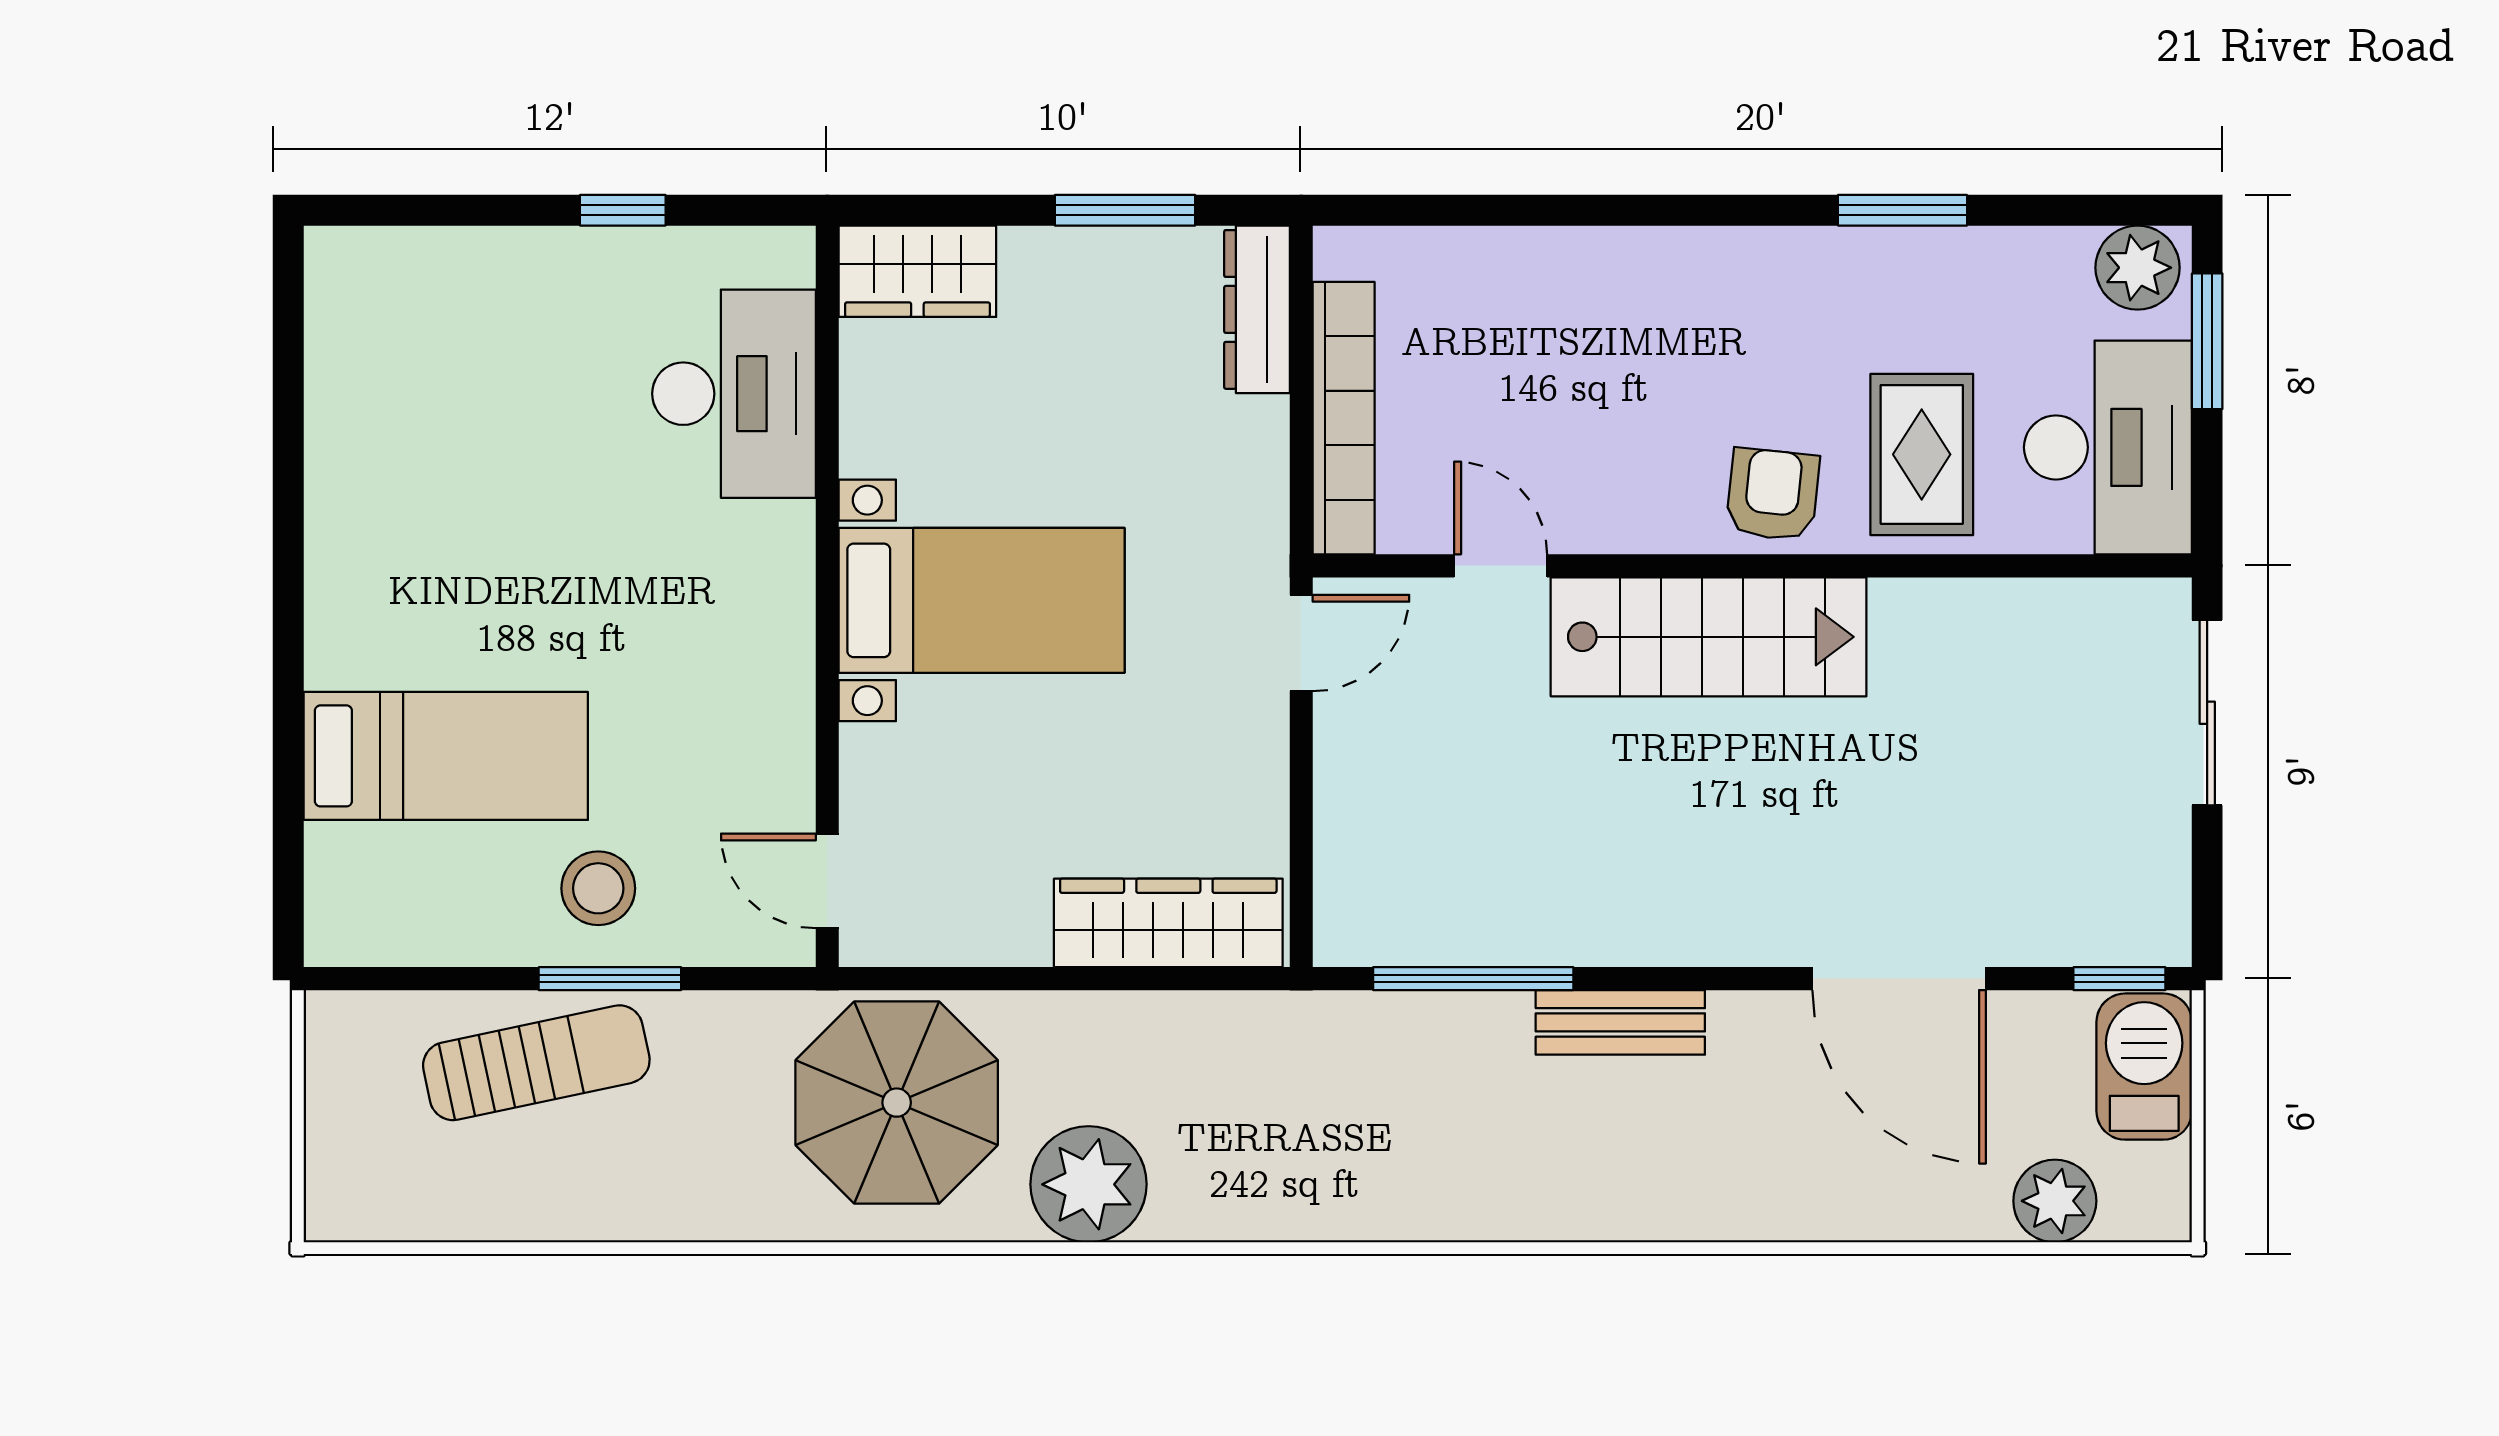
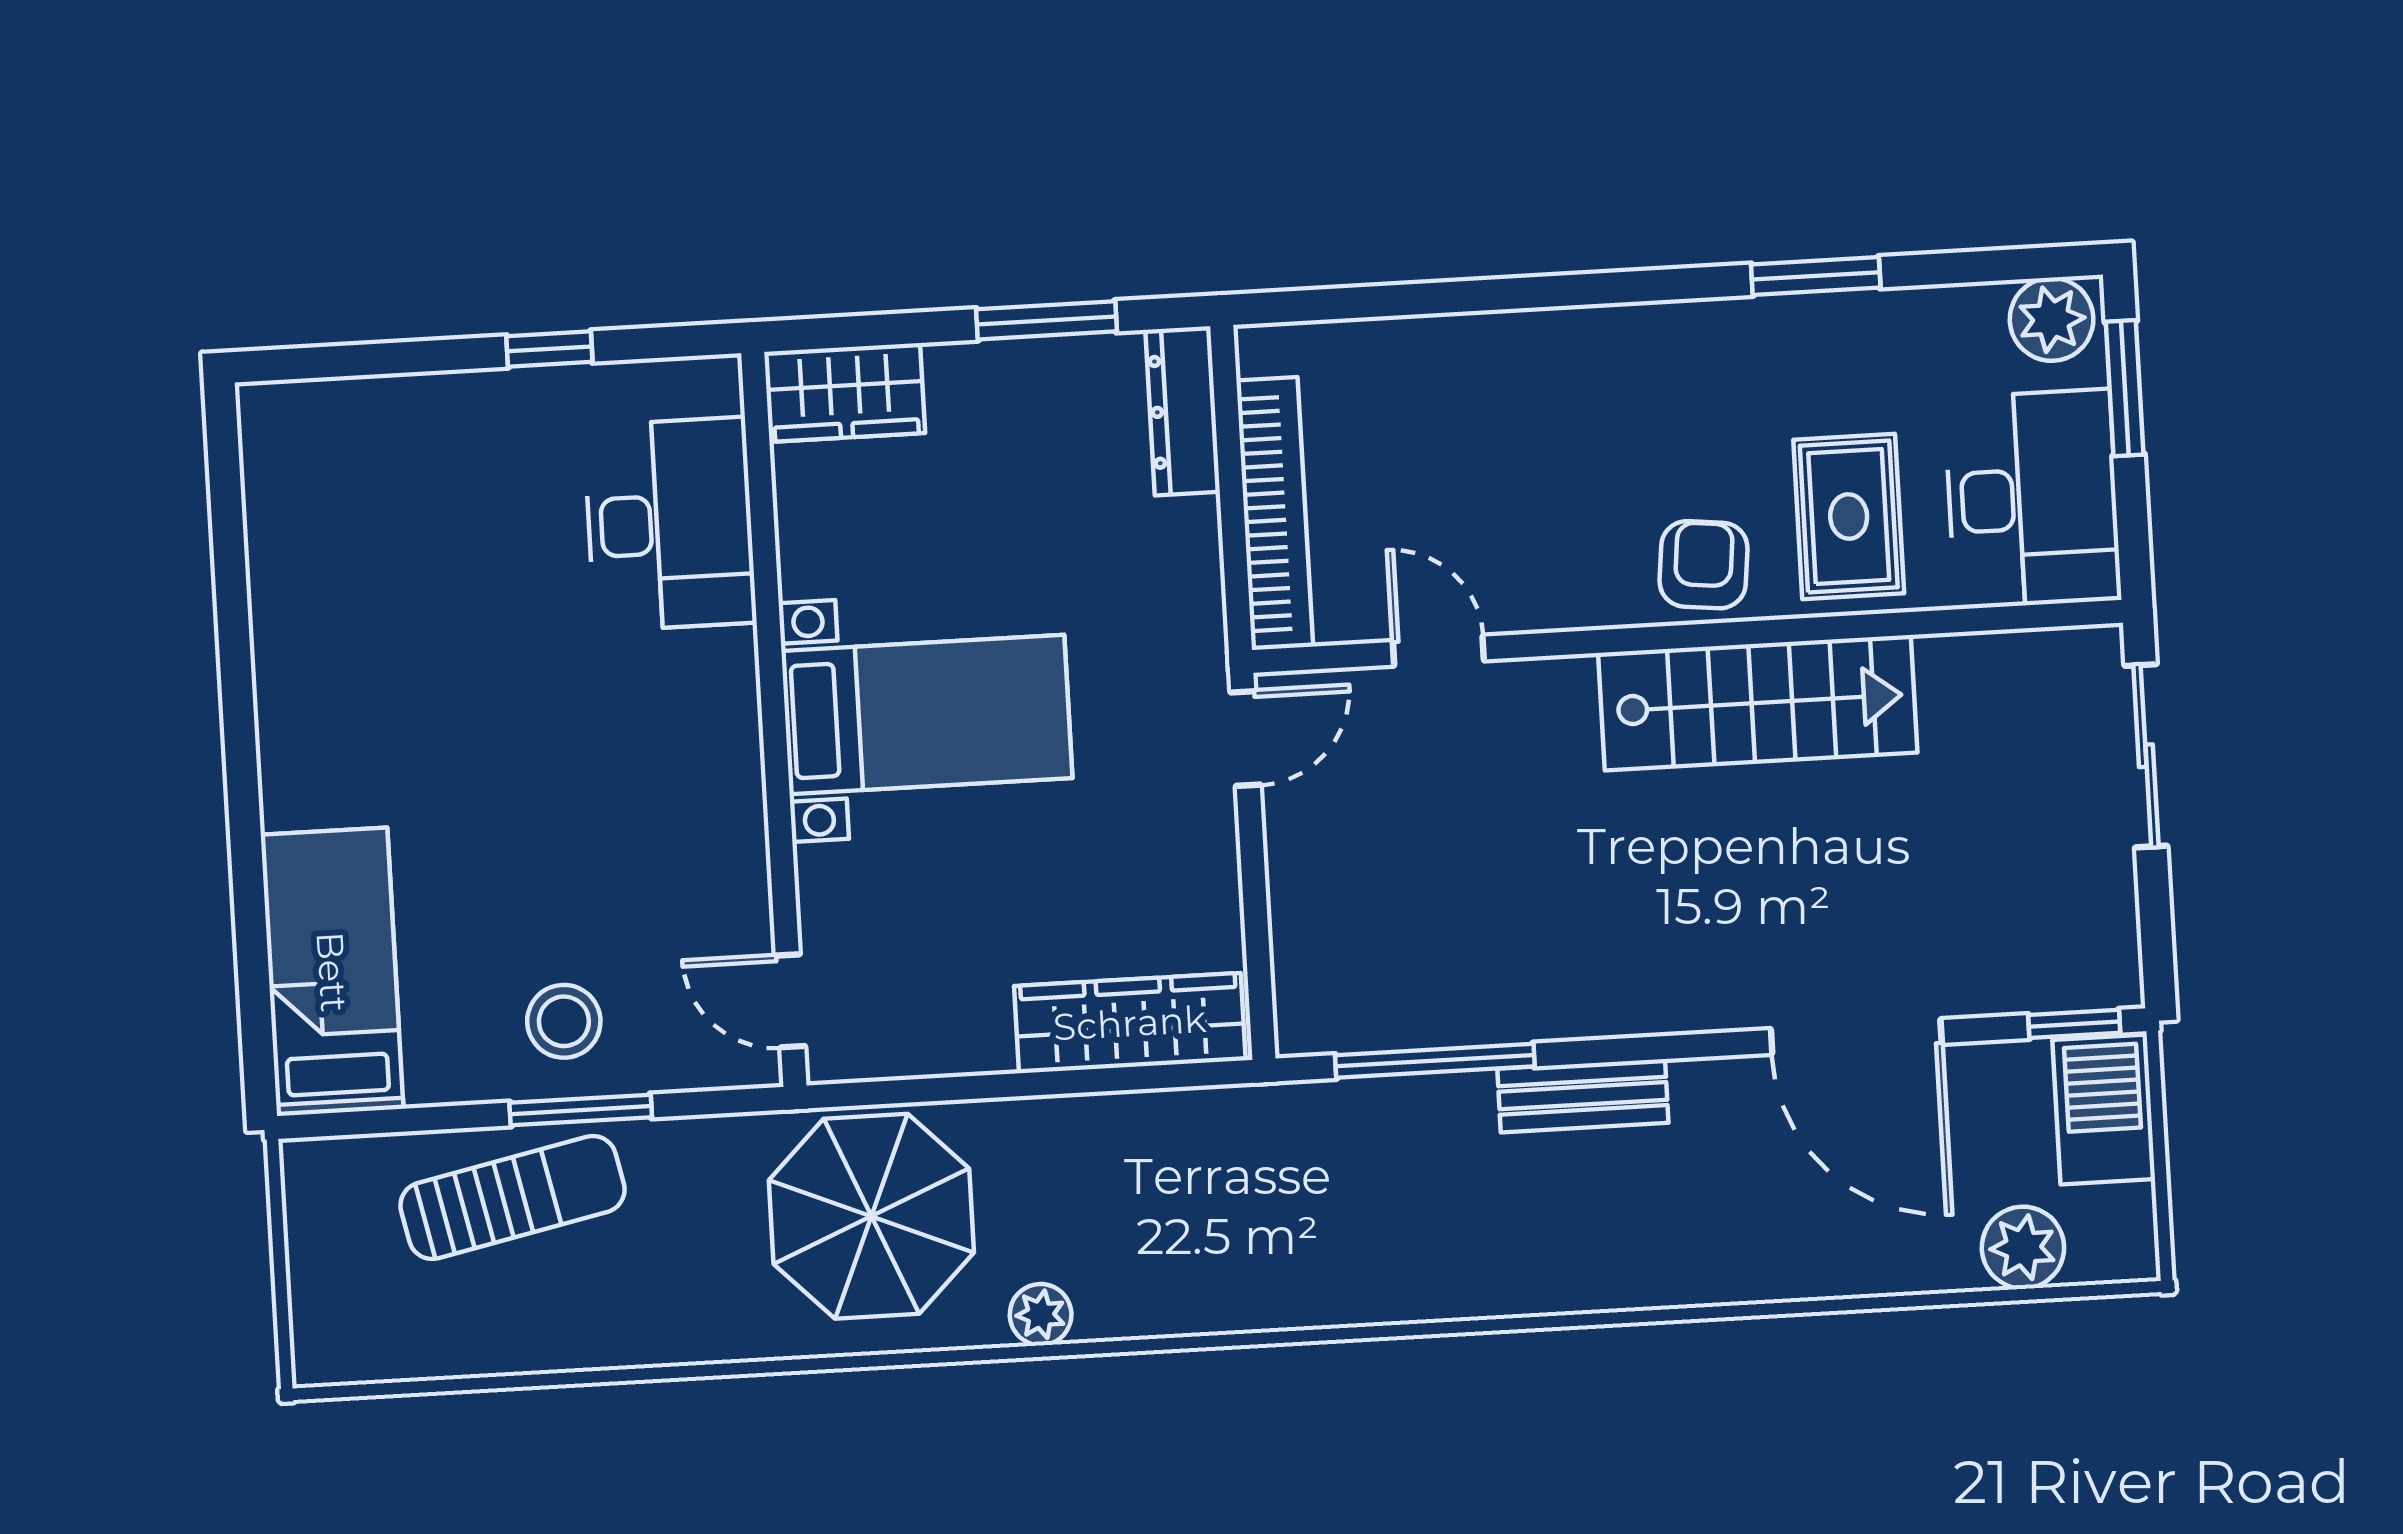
stairs: (1709, 637) -> (1758, 703), moved
bed: (446, 756) -> (332, 972), moved, turned -90
plant: (1089, 1184) -> (1041, 1315), width x0.53, depth x0.53

